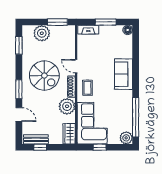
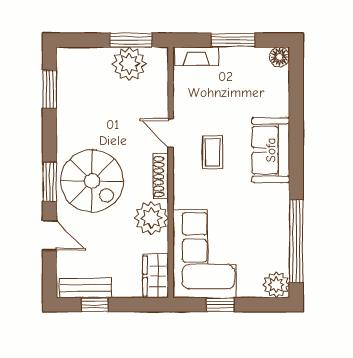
plant: (42, 33) -> (129, 64), moved
spiral stairs: (44, 76) -> (92, 181), moved
coffee table: (88, 88) -> (213, 152), moved

